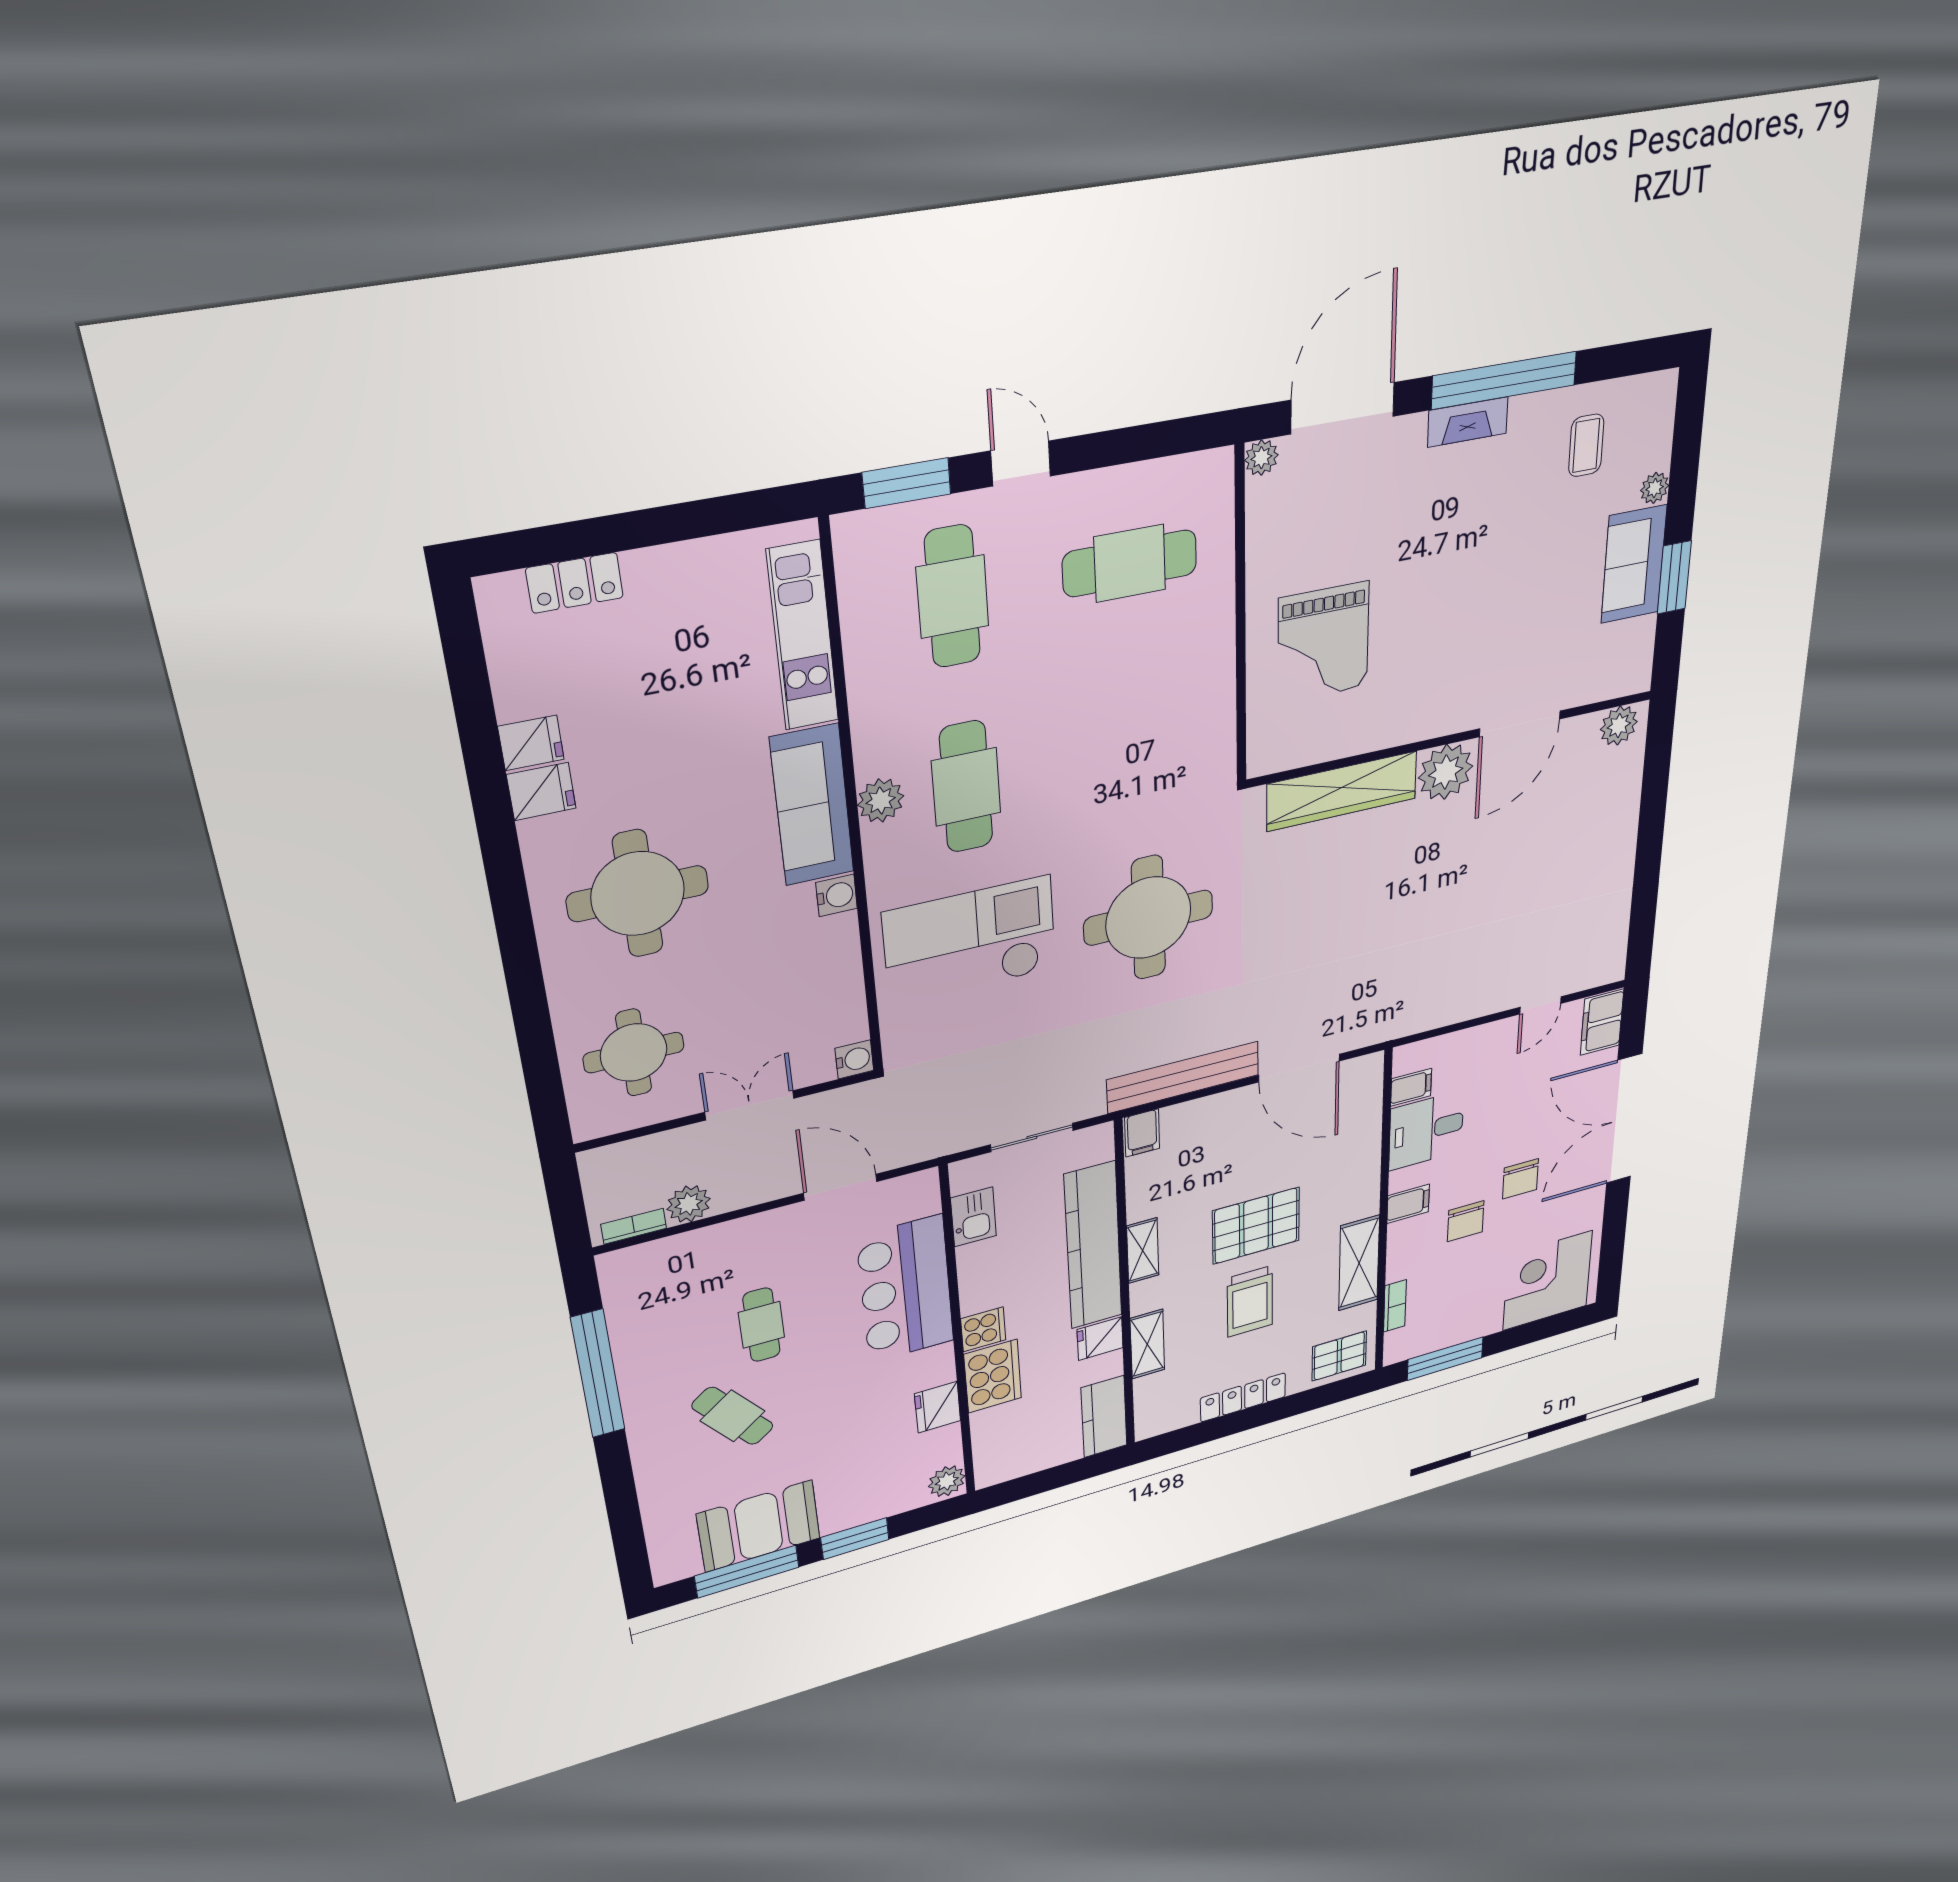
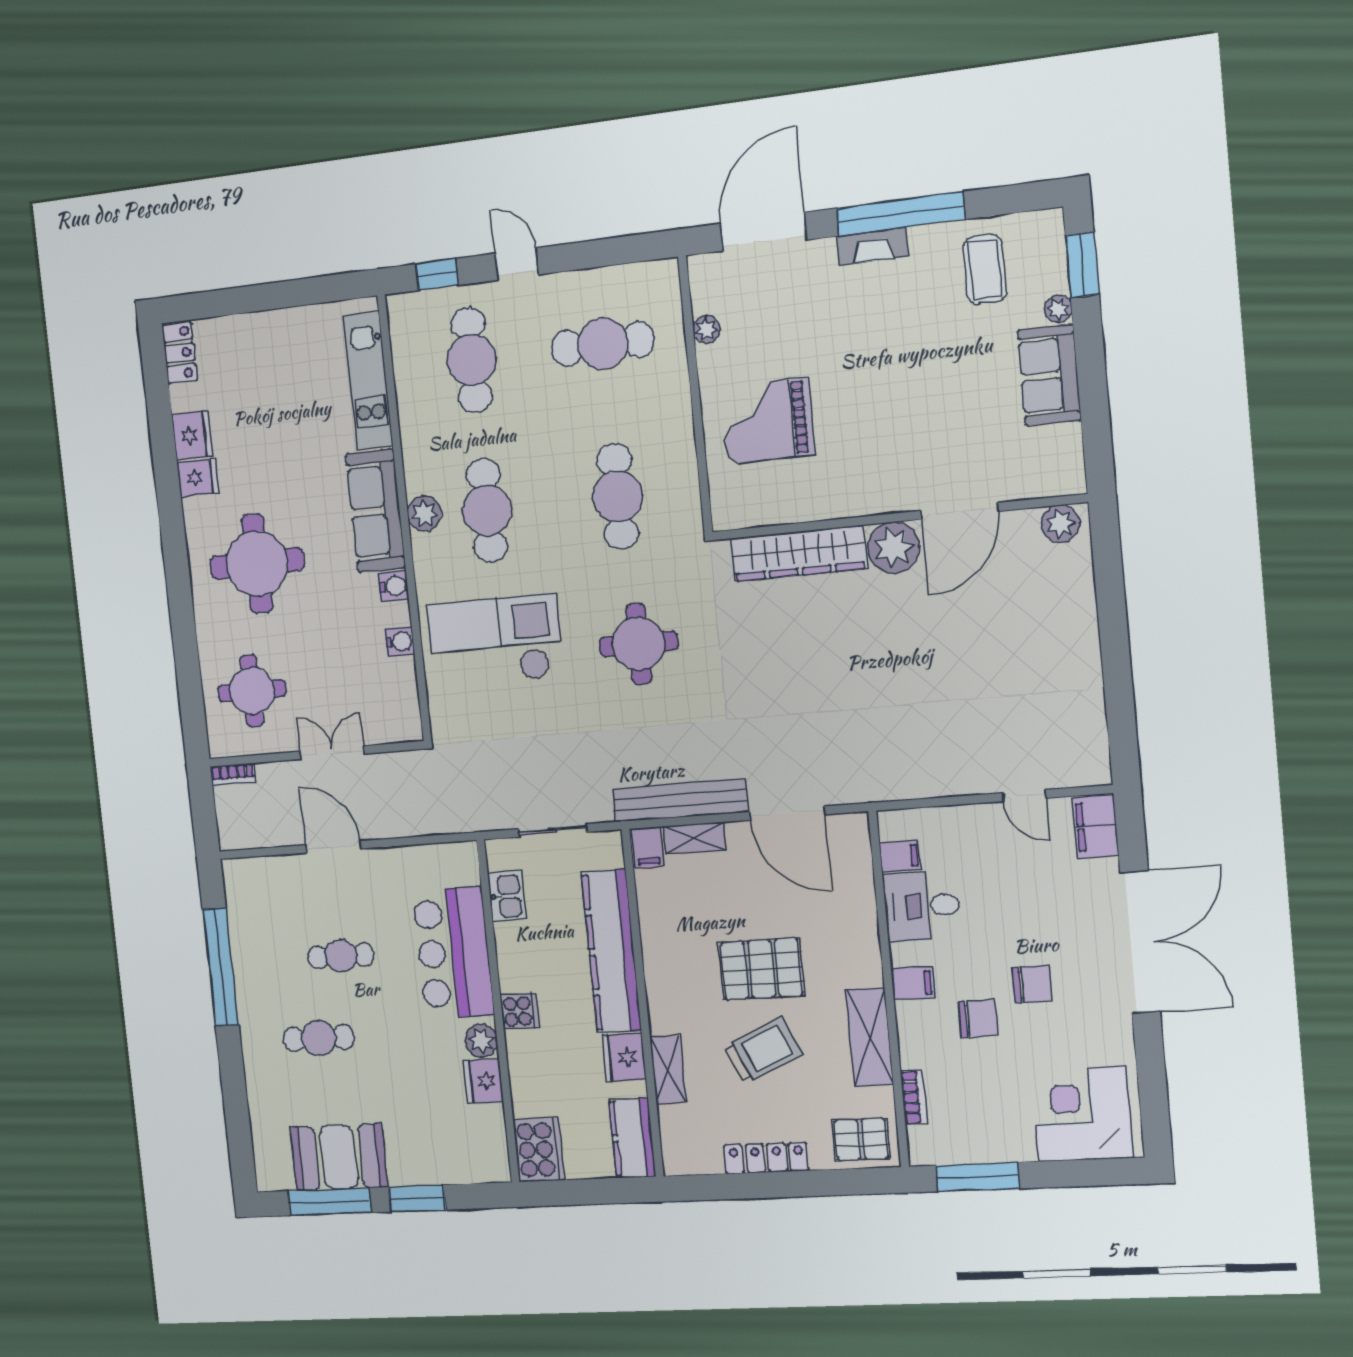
coffee table: (1586, 445) -> (985, 269), width x1.36, depth x1.30
plant: (1261, 458) -> (706, 329), moved
window: (907, 483) -> (437, 274), width x0.67
window: (1674, 577) -> (1082, 265), moved
locker: (575, 583) -> (180, 353), moved, turned -90
grand piano: (1323, 643) -> (768, 421), turned 90
fridge: (531, 743) -> (192, 435), width x1.38
cafe table: (1136, 751) -> (618, 496), added
round table: (1148, 918) -> (639, 644), width x0.73, depth x0.73
door: (1540, 1005) -> (1024, 796), hinge flipped
water cooler: (854, 1059) -> (400, 641), moved
double door: (1624, 1119) -> (1140, 942), swing flipped
chair: (1520, 1179) -> (1032, 984), turned -90
door: (840, 1187) -> (333, 847), moved
plant: (689, 1204) -> (288, 830), removed
chair: (1466, 1221) -> (978, 1018), turned -90
bookcase: (634, 1226) -> (233, 774), moved, turned 180
shelving: (1143, 1251) -> (694, 838), moved, turned 90
trolley: (1250, 1301) -> (763, 1050), turned -114
cafe table: (761, 1325) -> (341, 956), turned 90
fridge: (1100, 1339) -> (624, 1057), width x1.38
cooker: (993, 1376) -> (539, 1150), moved
cafe table: (733, 1416) -> (319, 1038), turned -52
plant: (947, 1481) -> (481, 1041), moved

